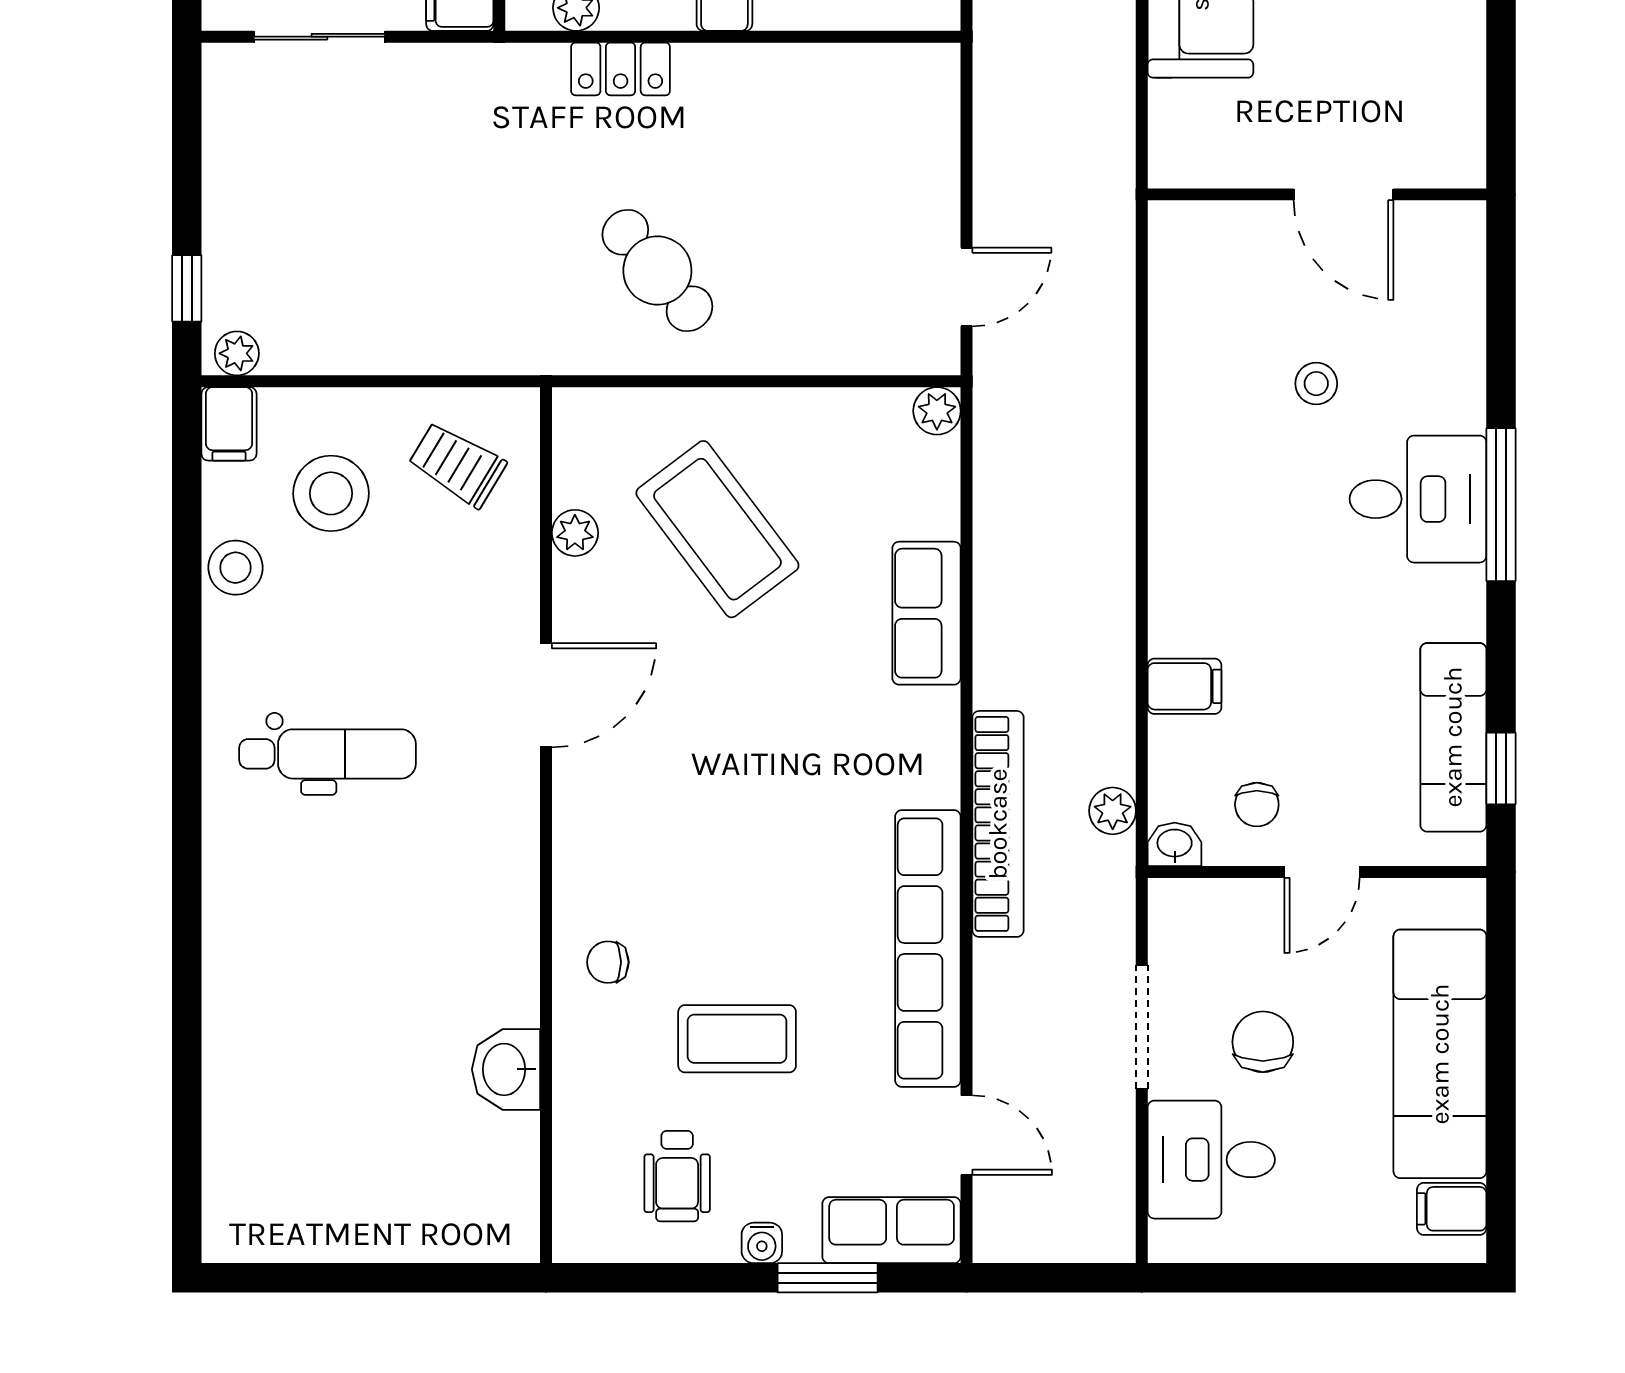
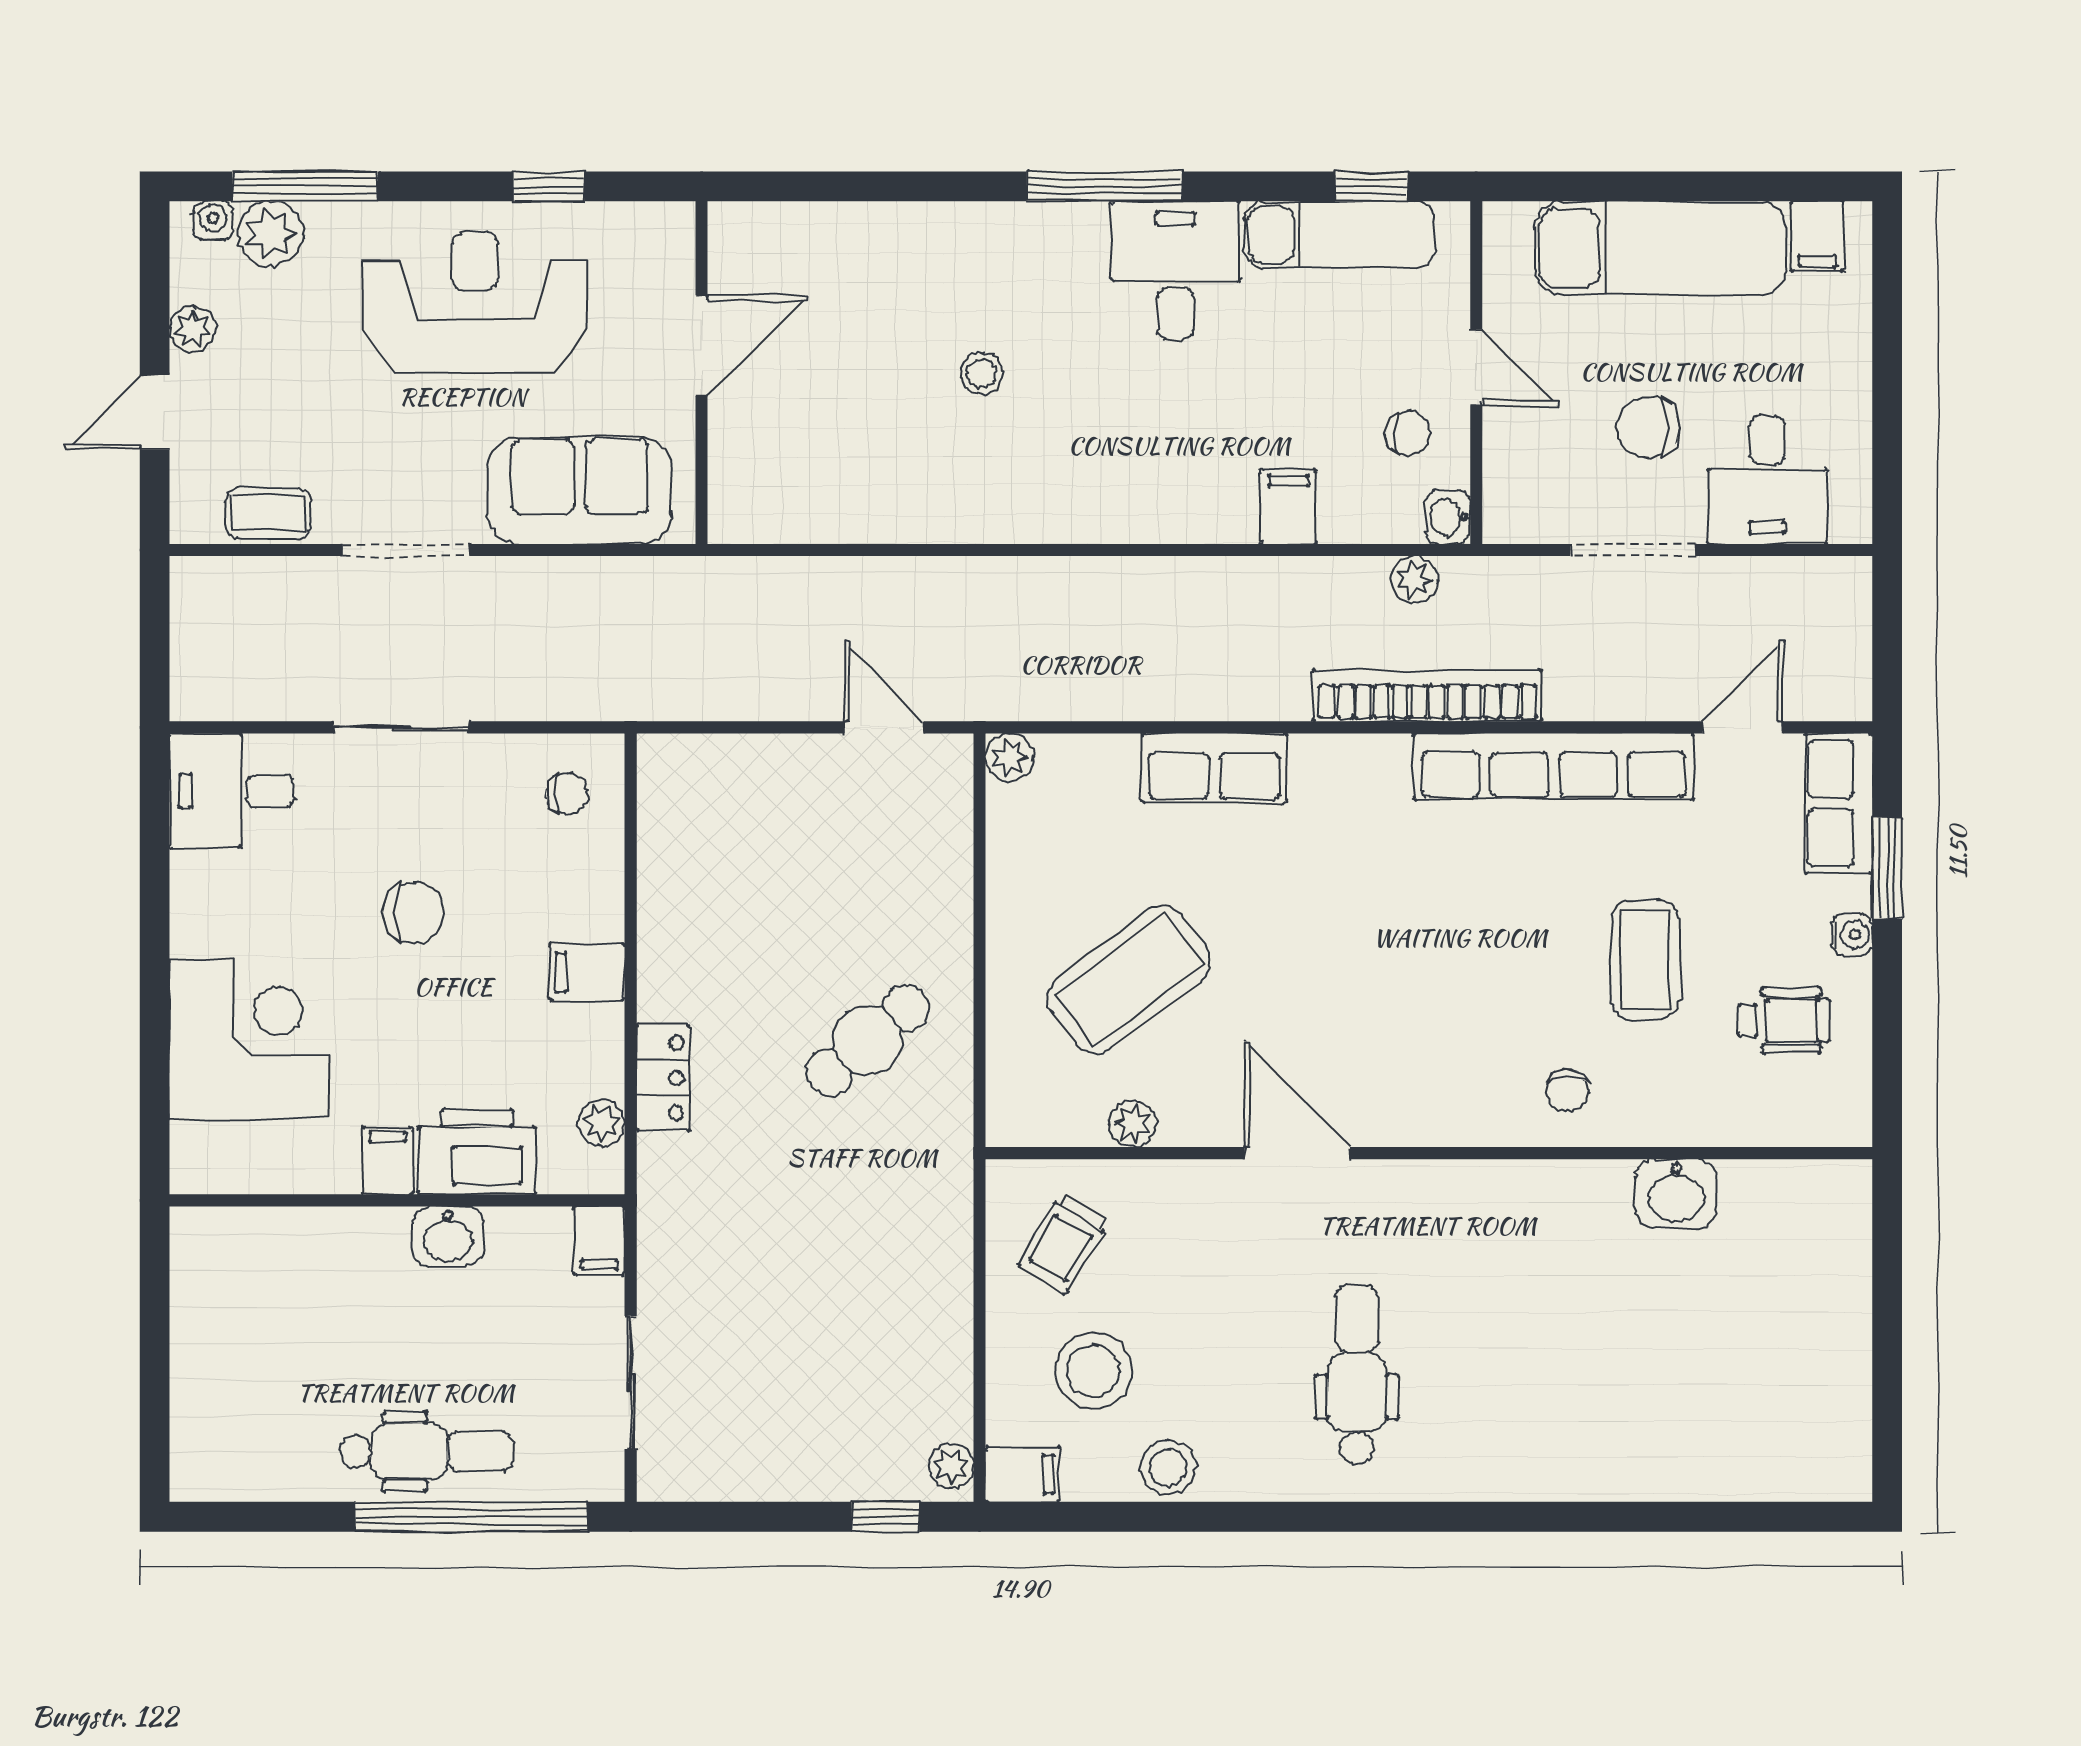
wall: (1317, 194) -> (702, 373), moved
door: (1344, 194) -> (702, 346), moved
desk: (1418, 499) -> (1176, 270), moved

